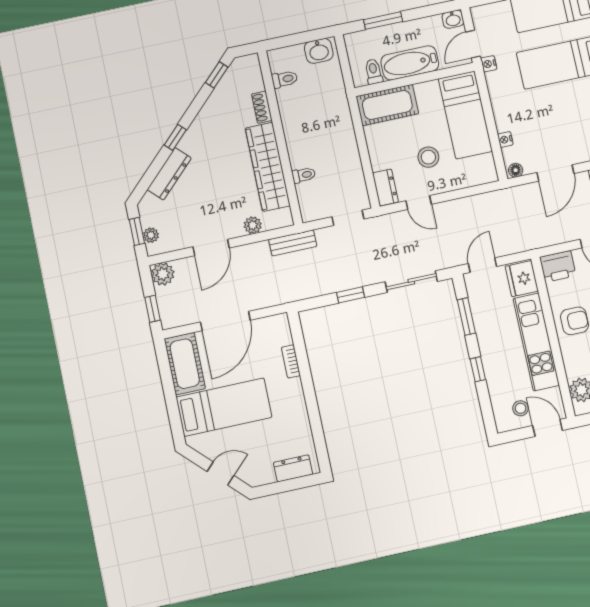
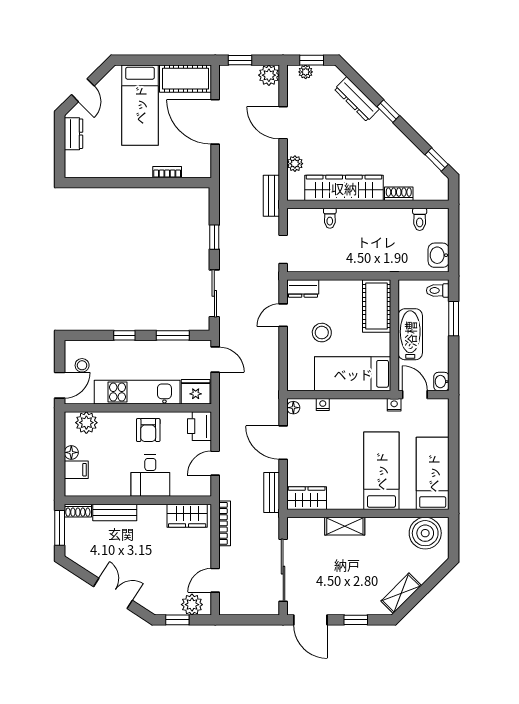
toilet: (374, 72) -> (438, 290), moved, turned 180
dresser: (293, 468) -> (73, 134), moved

